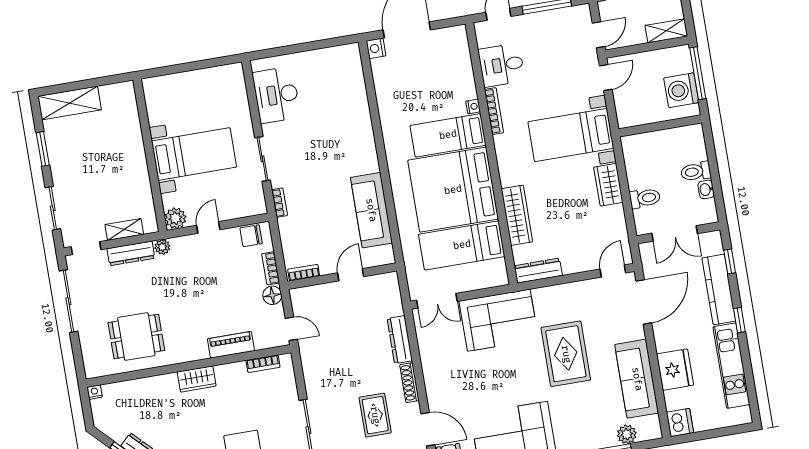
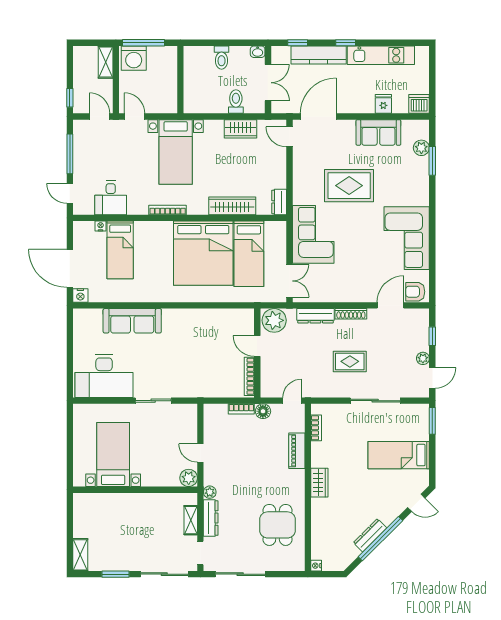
washing machine: (681, 90) -> (134, 58), moved
desk: (276, 95) -> (104, 376), width x1.36, depth x1.30
shelving: (70, 103) -> (80, 555), width x0.67, depth x0.75
nightstand: (473, 106) -> (101, 226), moved
bookcase: (494, 111) -> (168, 210), moved
bed: (448, 135) -> (120, 250), moved
bed with nightstands: (194, 154) -> (113, 454), moved
wardrobe: (608, 185) -> (240, 129), moved
washbasin: (706, 189) -> (258, 52), moved
bookcase: (280, 203) -> (190, 393), removed
sliding door: (53, 208) -> (164, 574), width x1.37
sofa: (371, 210) -> (132, 321), moved
chair: (251, 236) -> (213, 420), removed
dresser: (538, 271) -> (279, 202), width x0.70
bookcase: (304, 273) -> (249, 376), width x1.56
plant: (386, 290) -> (274, 320), added
door: (644, 302) -> (318, 116), hinge flipped
fridge: (675, 370) -> (383, 104), width x0.53, depth x0.75
sofa: (637, 379) -> (378, 132), width x0.73
rug: (375, 415) -> (350, 361), moved

